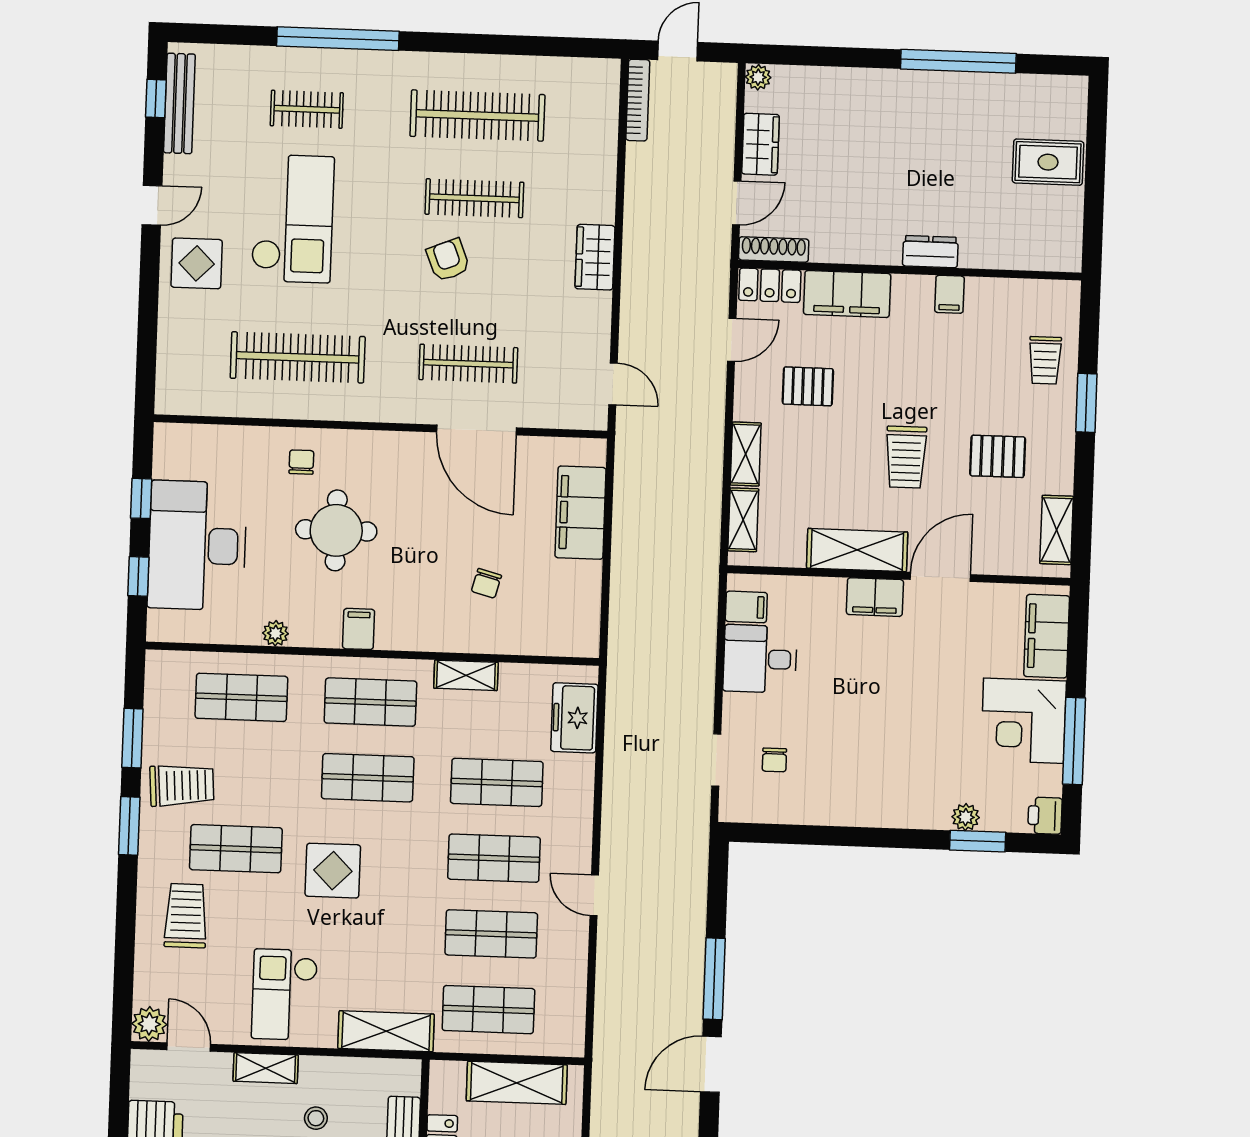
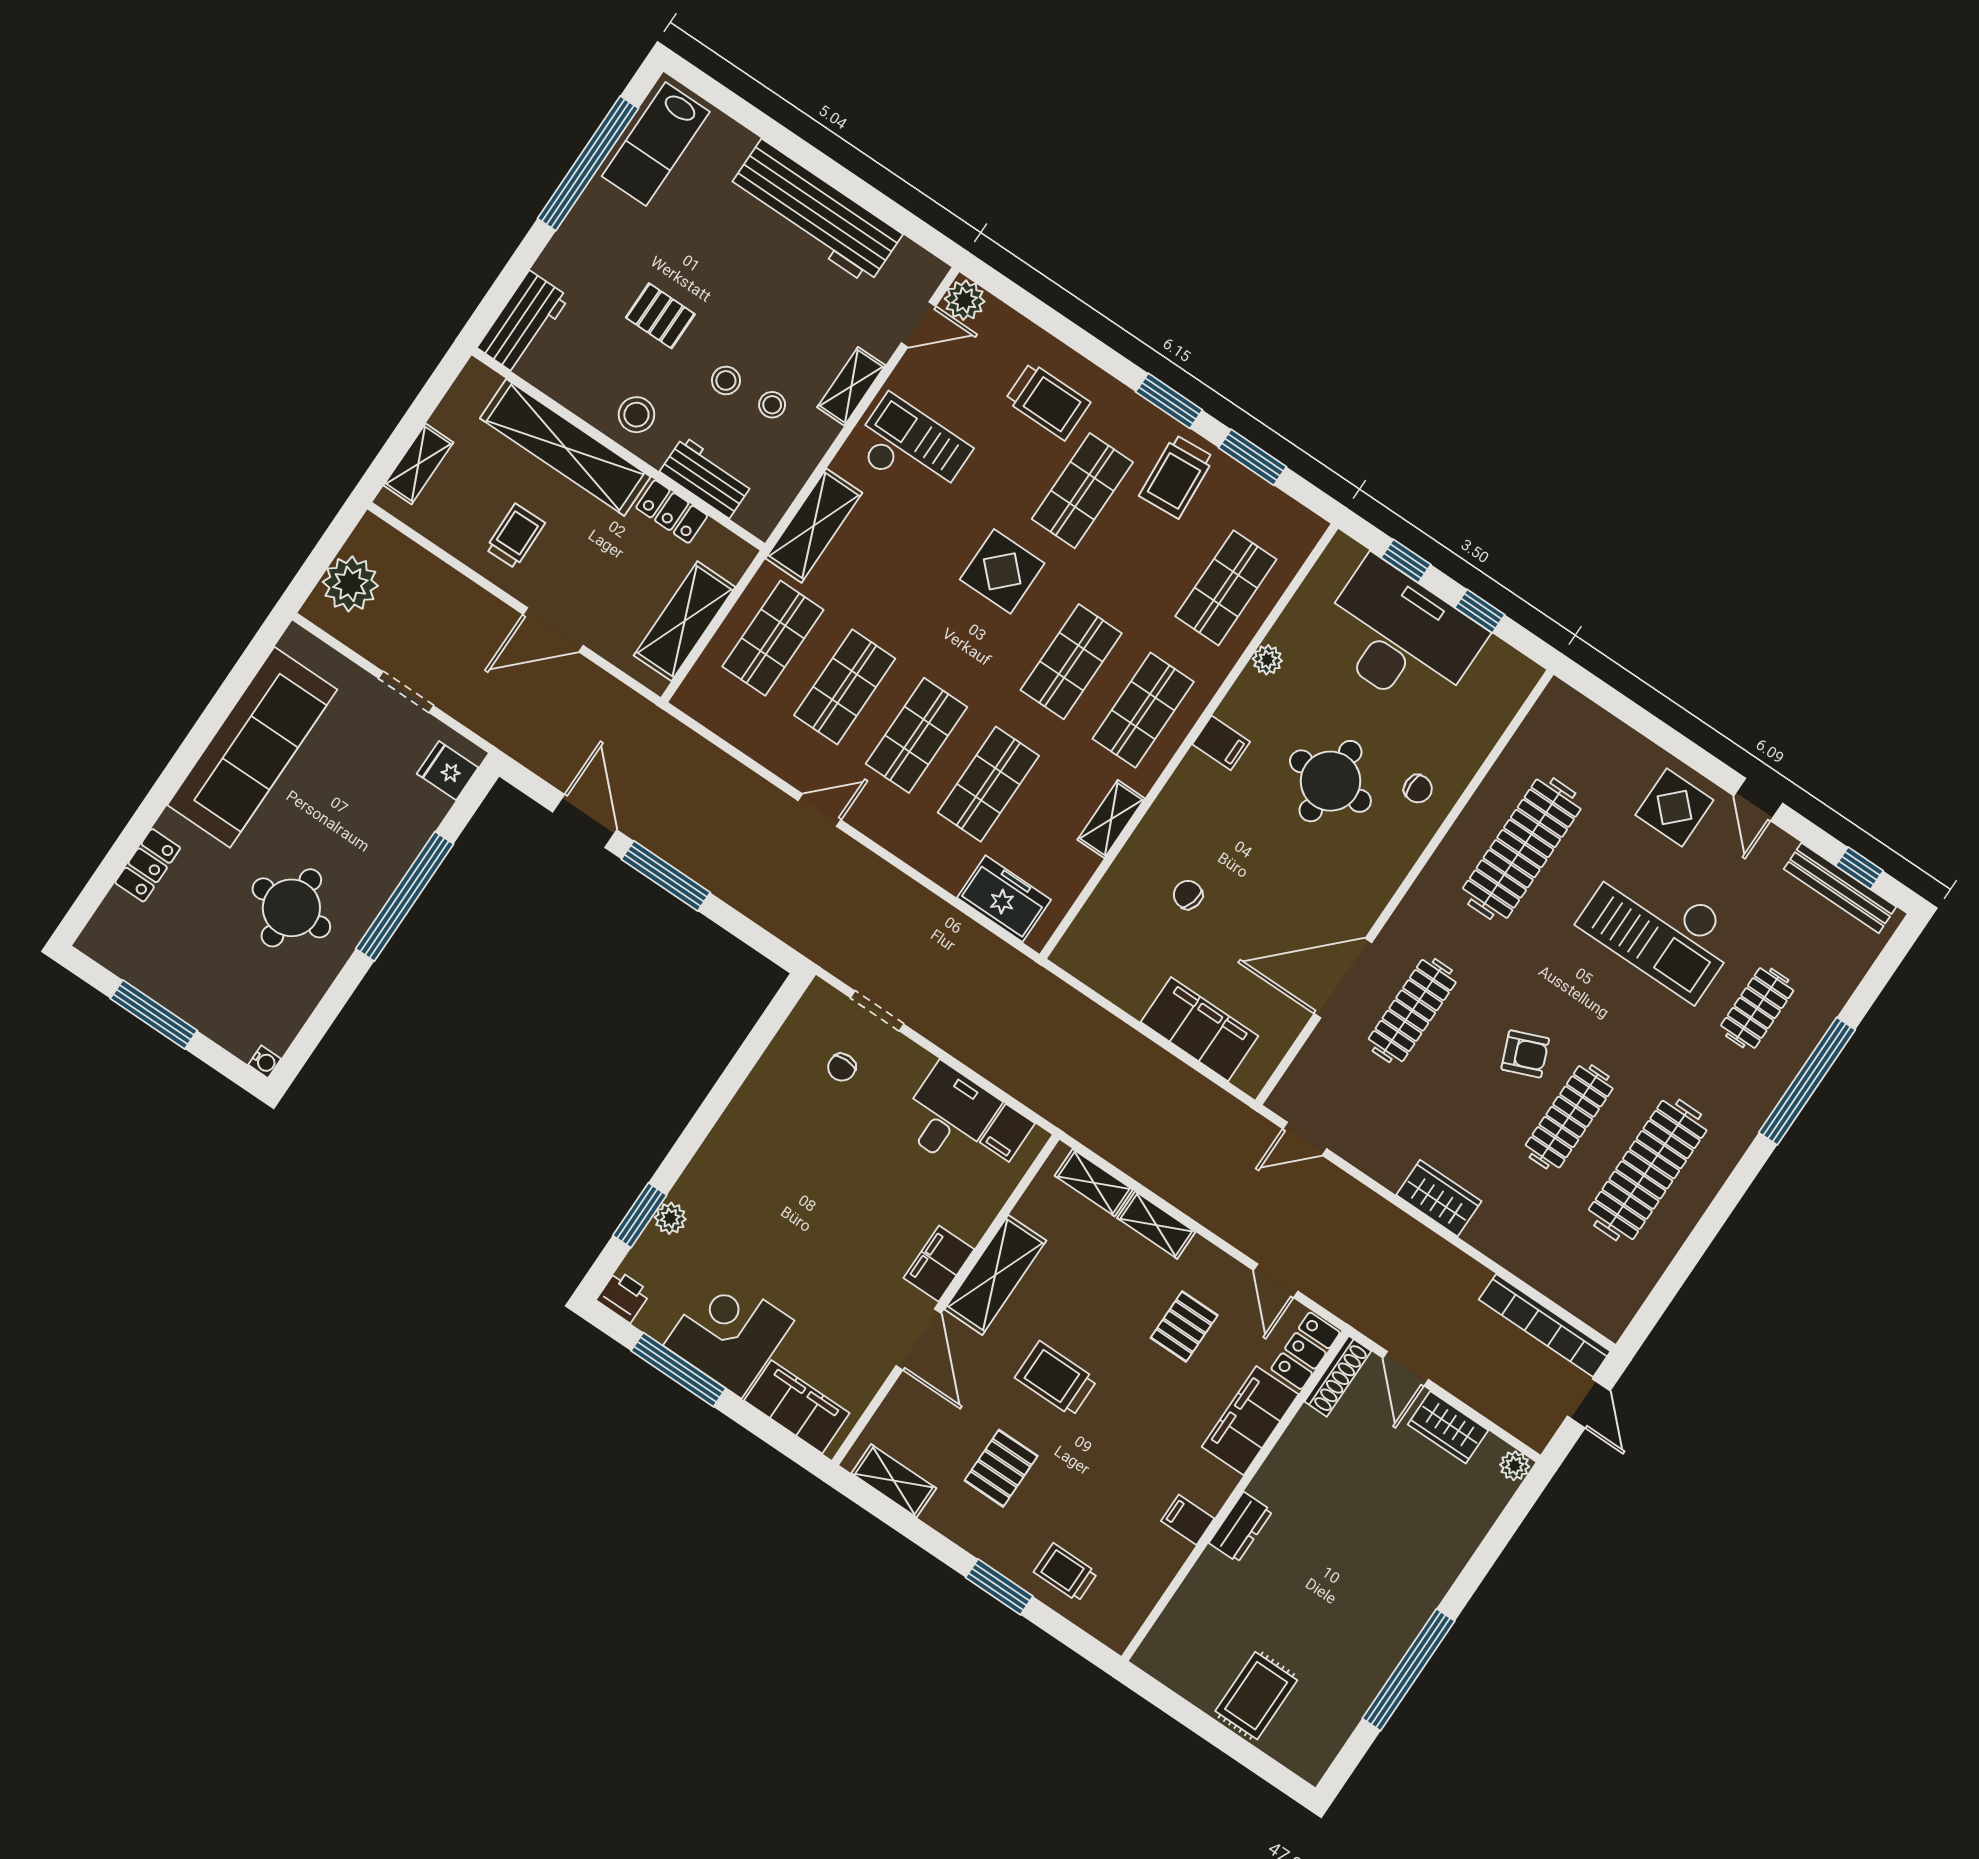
bookcase: (638, 100) -> (1545, 1325), width x1.48, depth x1.31
chair: (774, 760) -> (842, 1067), turned -90

